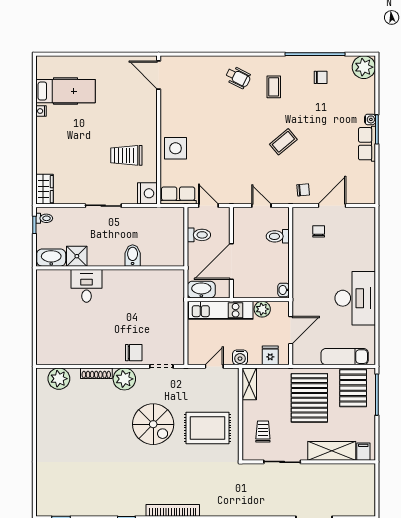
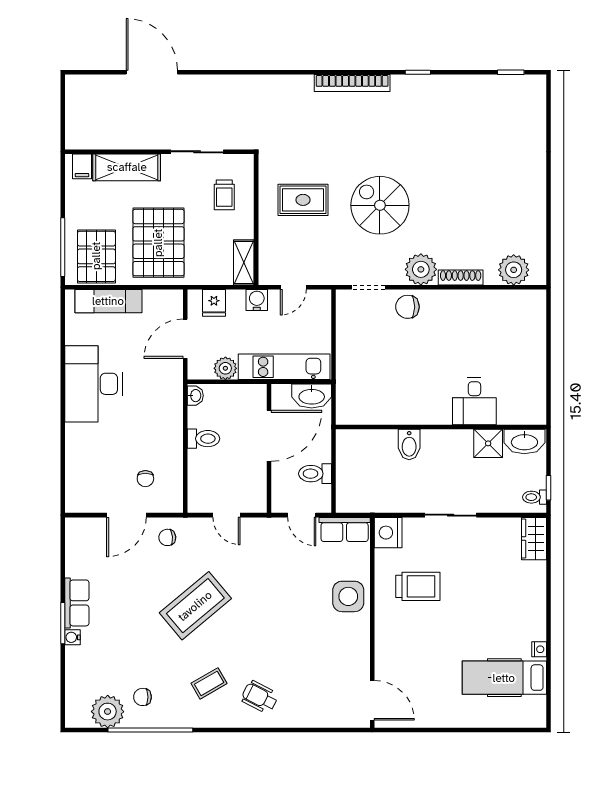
plant: (364, 67) -> (108, 712), moved
coffee table: (274, 87) -> (209, 683), turned 60
coffee table: (283, 142) -> (195, 606), width x1.86, depth x1.72
toilet: (278, 236) -> (203, 439), moved
rug: (207, 428) -> (303, 200), width x0.73, depth x0.70

